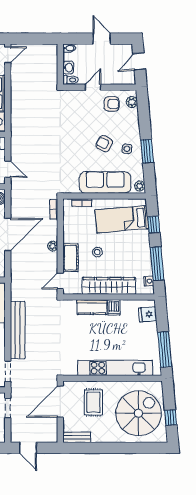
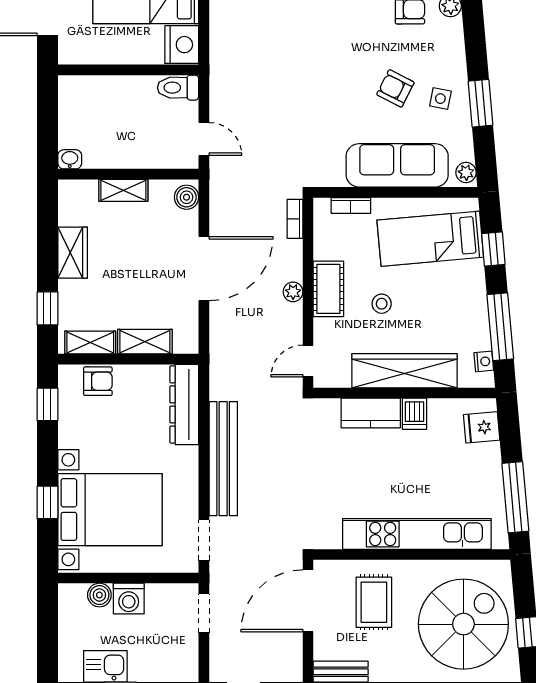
cot: (71, 258) -> (328, 289), moved

